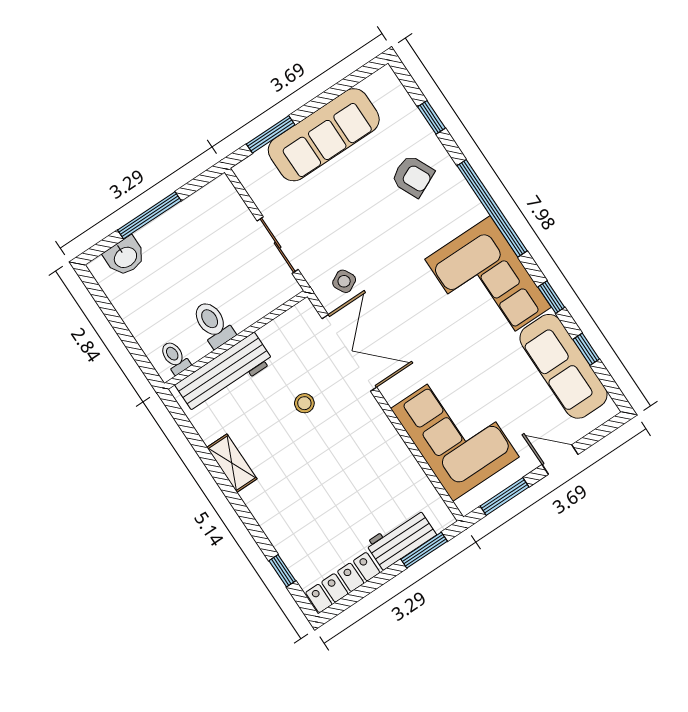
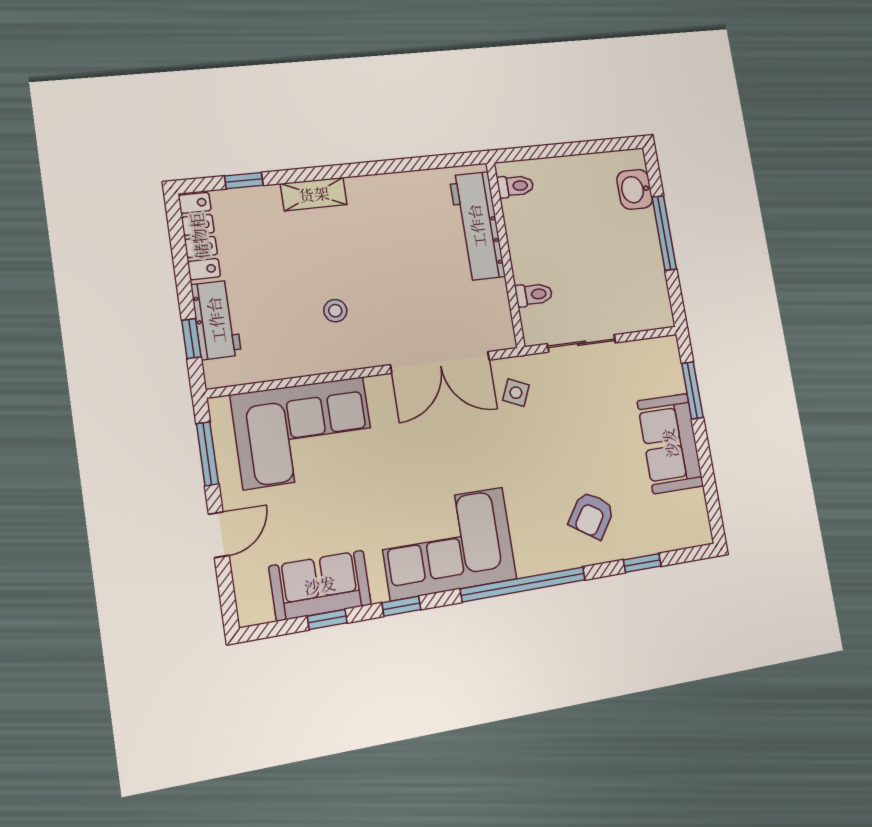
sofa: (324, 135) -> (670, 443), width x0.73
armchair: (413, 176) -> (592, 515), turned -31
side table: (344, 281) -> (516, 393), turned -38
toilet: (213, 324) -> (534, 294), moved, width x0.73, depth x0.72
sofa: (563, 366) -> (320, 585), width x0.73
stool: (304, 403) -> (335, 311), moved
shelving: (232, 463) -> (314, 194), moved
window: (424, 550) -> (191, 339), width x0.67

